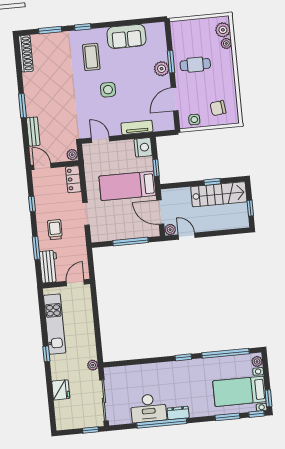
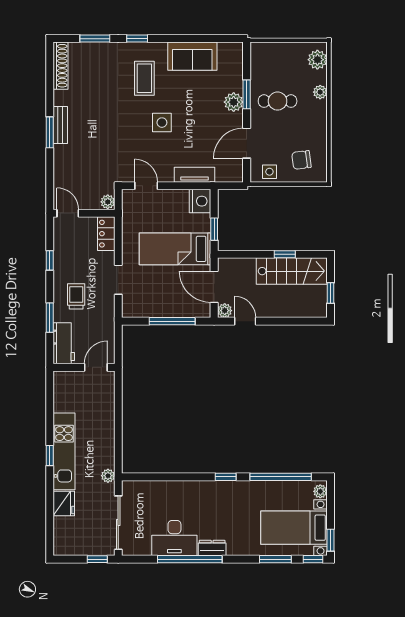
plant: (226, 43) -> (320, 92), moved
bench: (33, 132) -> (60, 125), moved
kitchen unit: (55, 324) -> (64, 451), moved

